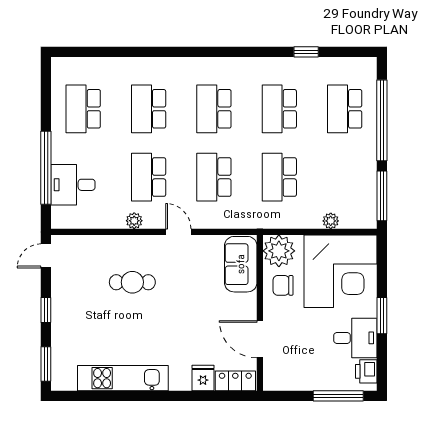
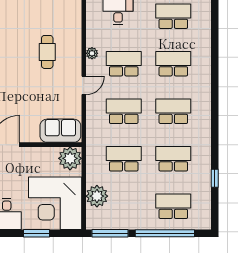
plant: (331, 221) -> (97, 196), width x1.87, depth x1.87
chair: (283, 285) -> (45, 161), removed
window: (382, 316) -> (36, 233), moved

